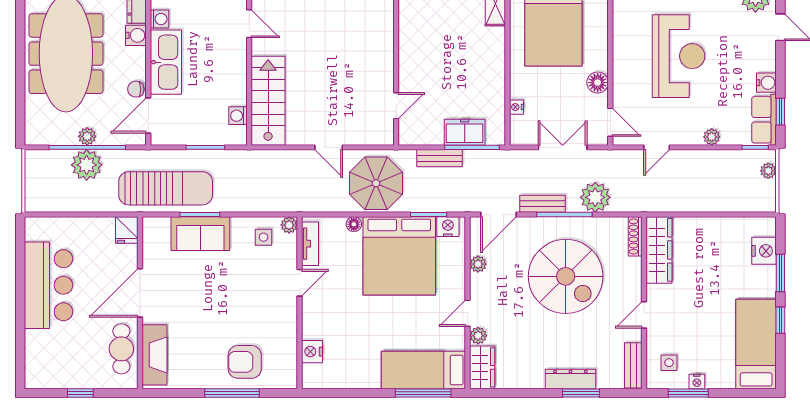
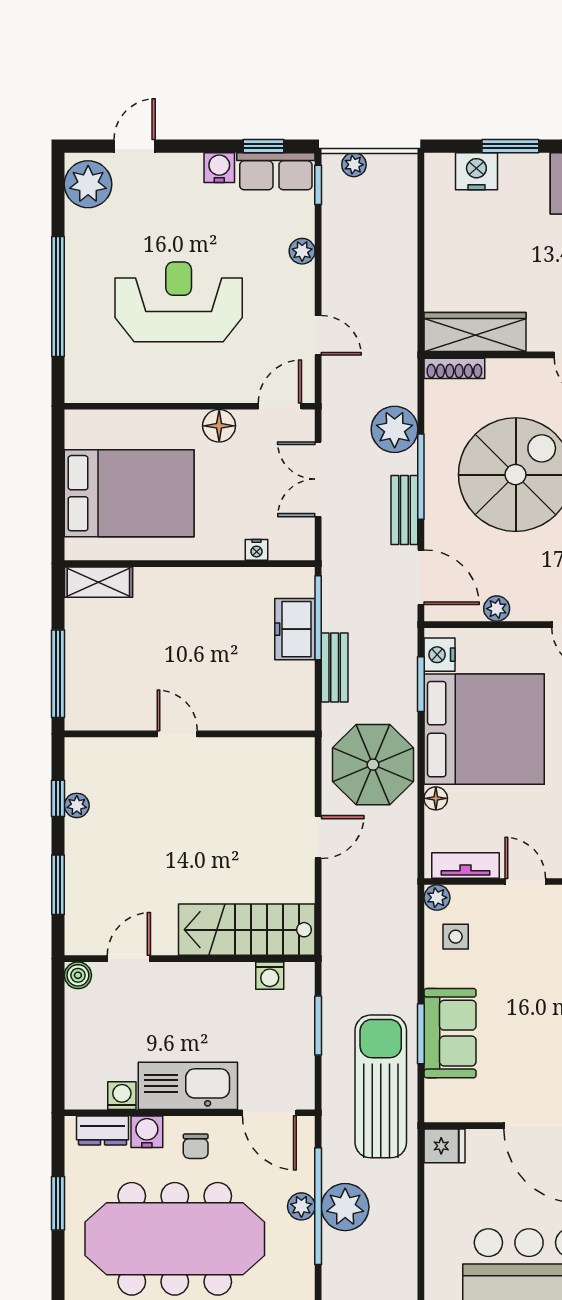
chair: (136, 89) -> (196, 1146), moved
door: (396, 106) -> (177, 734), moved

